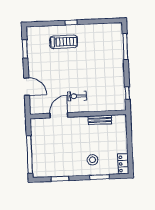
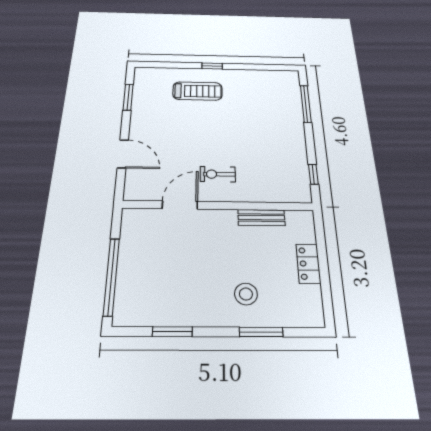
locker: (123, 164) -> (308, 264), moved

